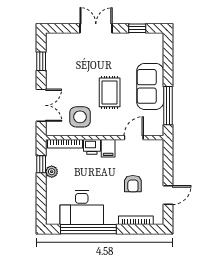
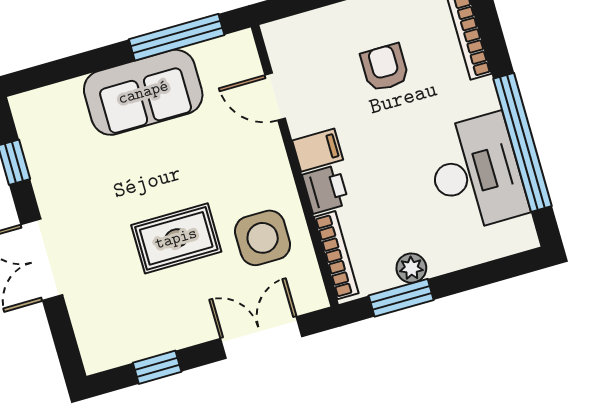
rug: (110, 92) -> (176, 238), moved
window: (41, 164) -> (401, 298), width x1.50
armchair: (133, 184) -> (385, 68), turned -90

